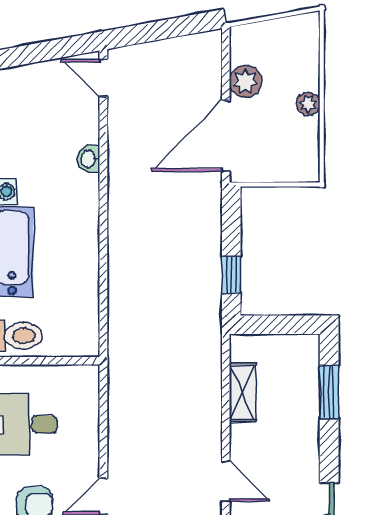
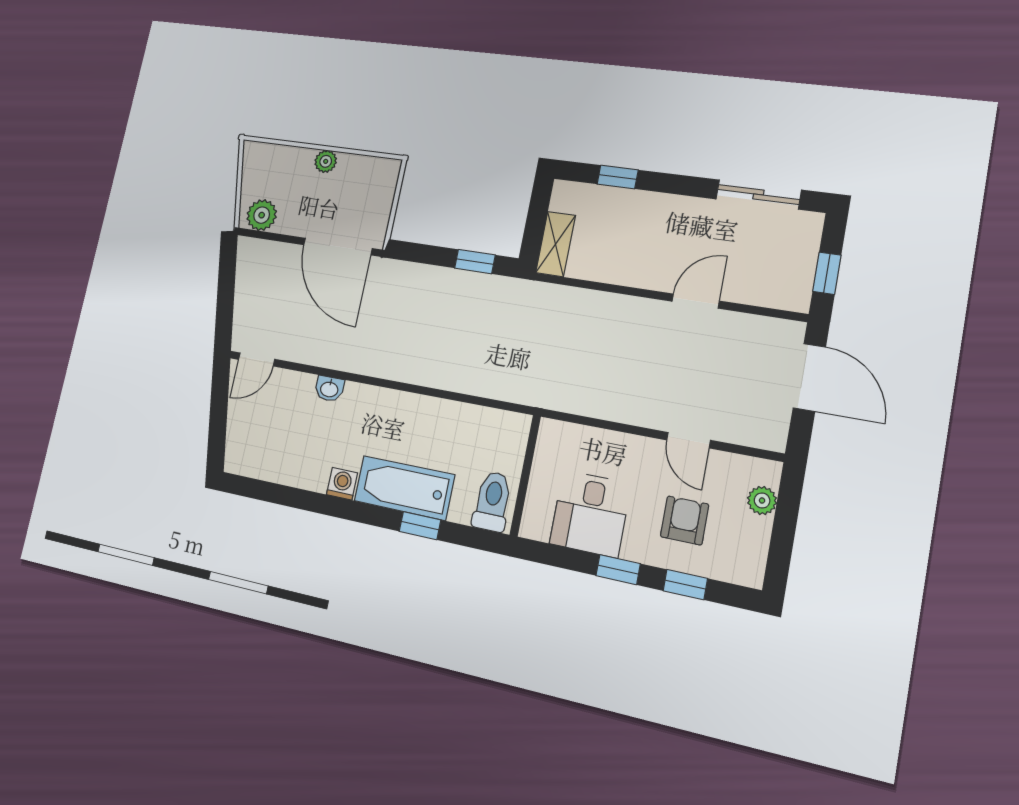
plant: (246, 81) -> (262, 215), moved
shelving: (243, 392) -> (556, 244), moved, turned 90
window: (329, 392) -> (618, 177), width x0.67

